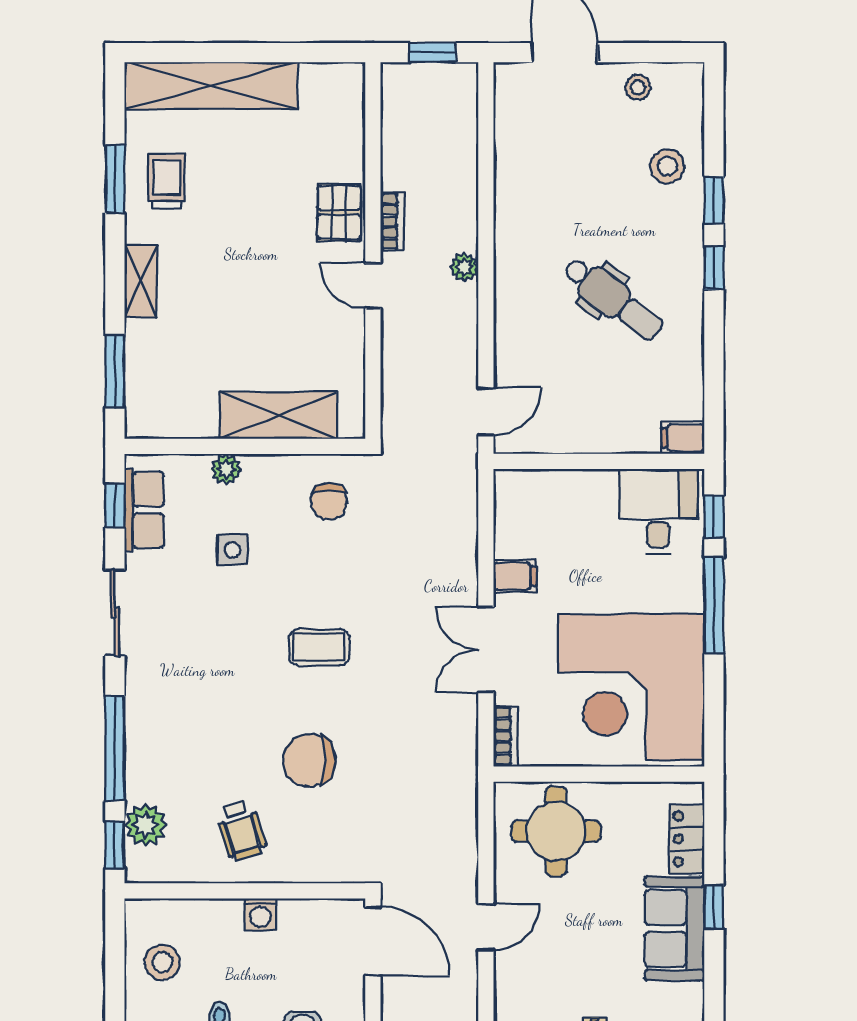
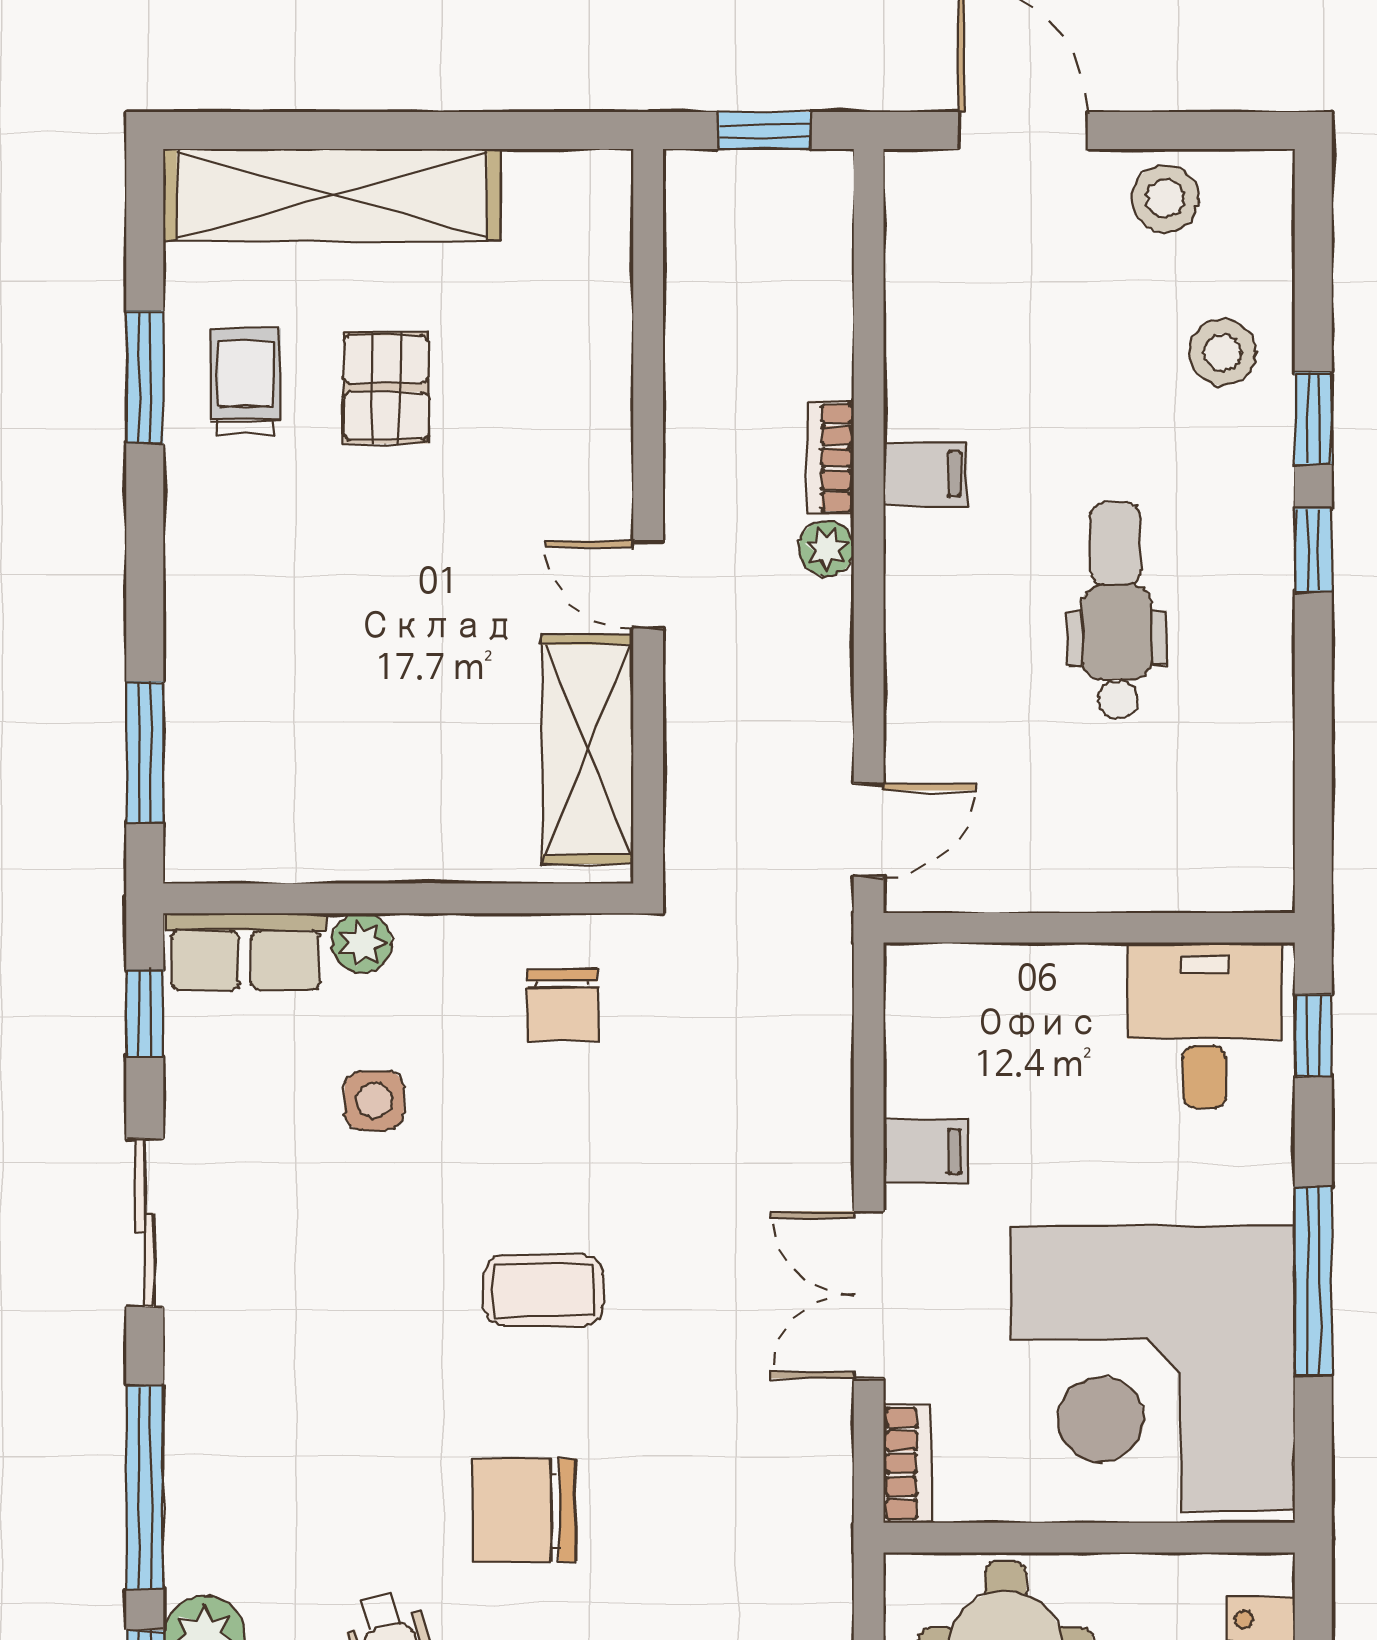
stool: (638, 87) -> (1165, 198), width x1.37, depth x1.37
pallet: (339, 212) -> (386, 387), moved
bookcase: (392, 221) -> (831, 458), moved, turned 180
shelving: (141, 281) -> (195, 576), removed
dental chair: (613, 299) -> (1117, 611), turned -128
shelving: (278, 415) -> (588, 749), moved, turned 90
filing cabinet: (683, 438) -> (925, 474), moved, turned 180
row of seats: (144, 510) -> (245, 952), moved, turned 90
window: (714, 605) -> (1313, 1281), moved

